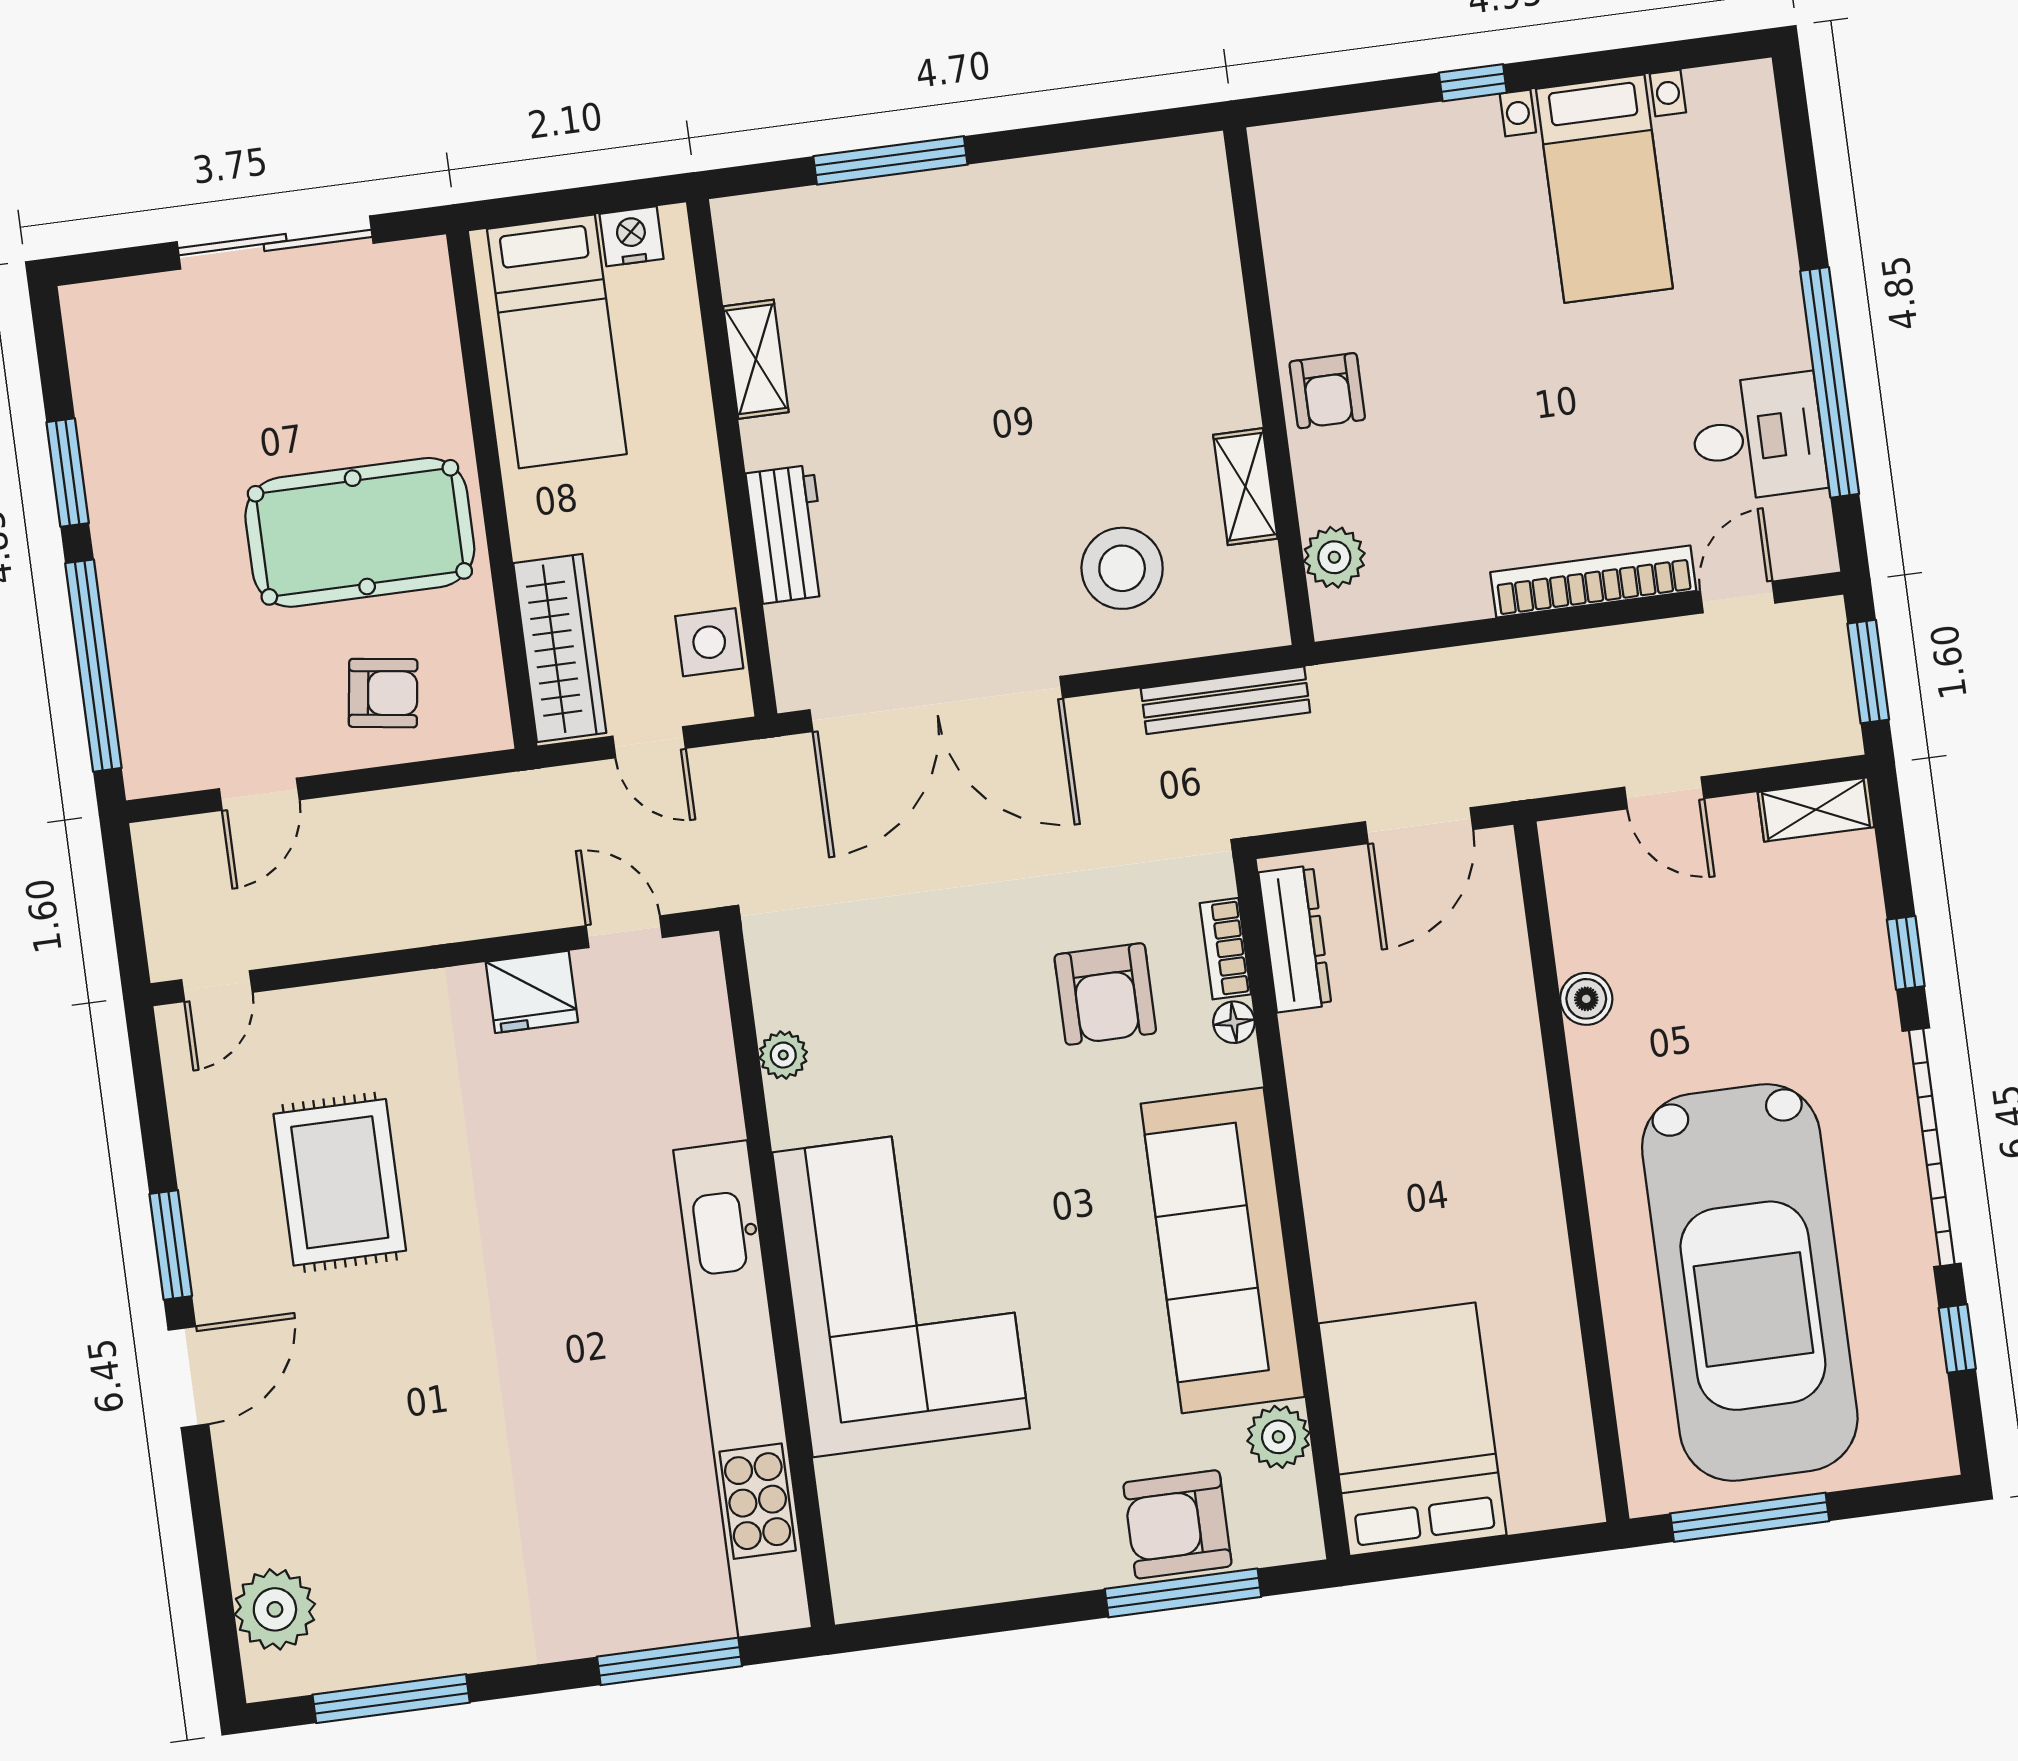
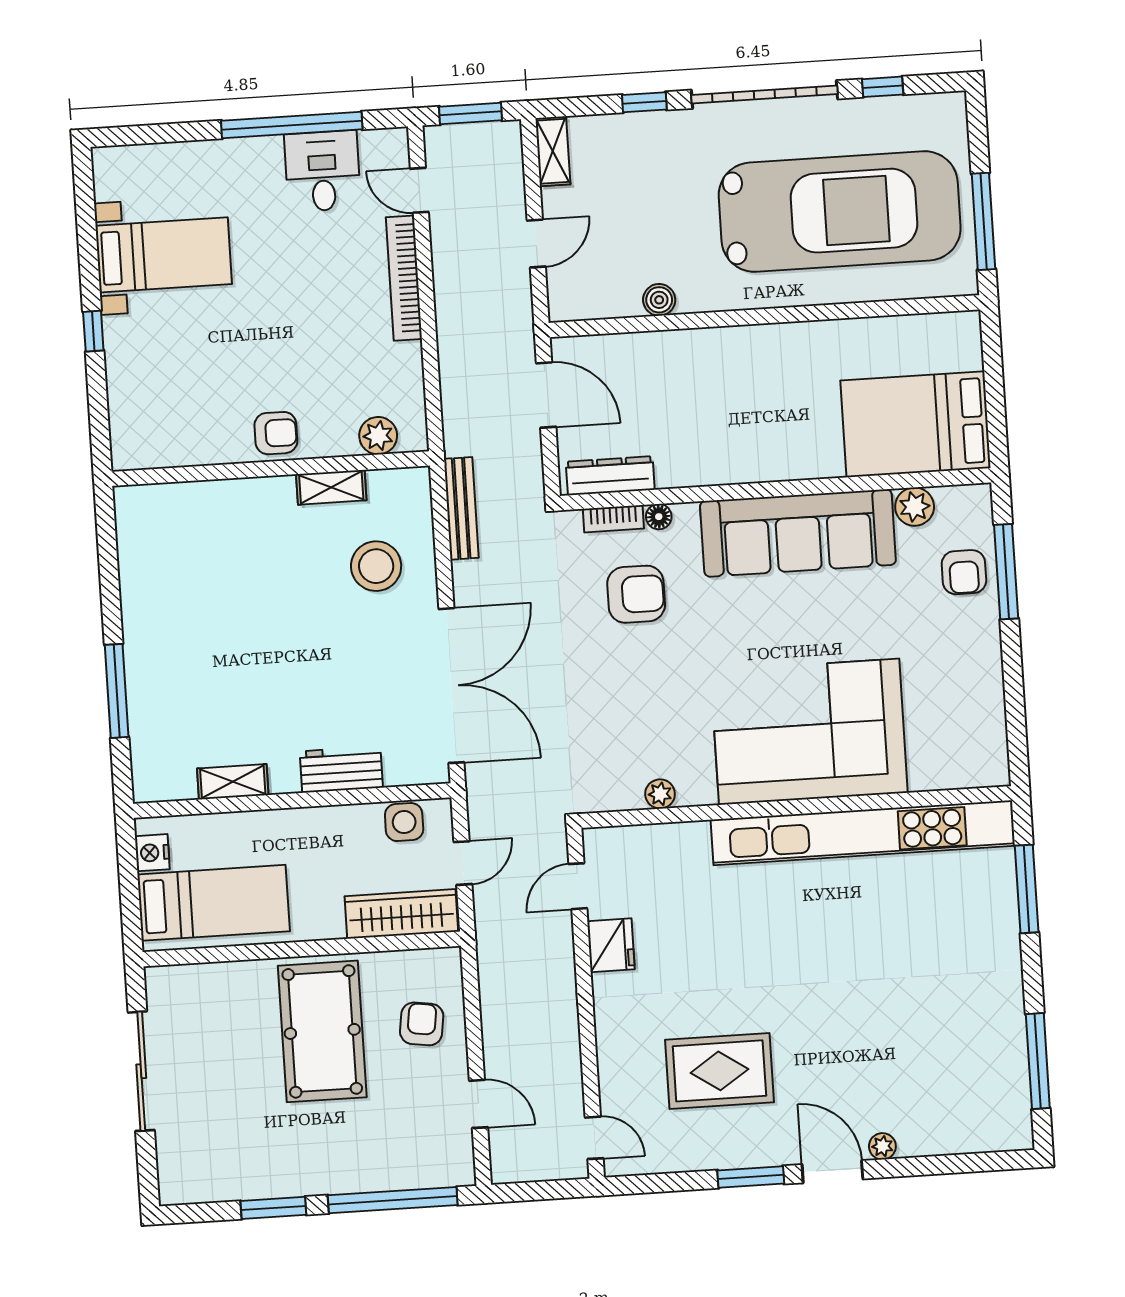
armchair: (1177, 1524) -> (964, 572), width x0.72, depth x0.72
plant: (275, 1609) -> (882, 1146), moved, width x0.53, depth x0.53

